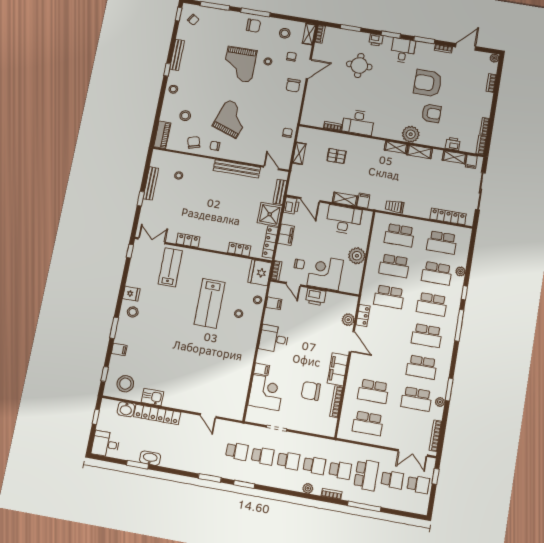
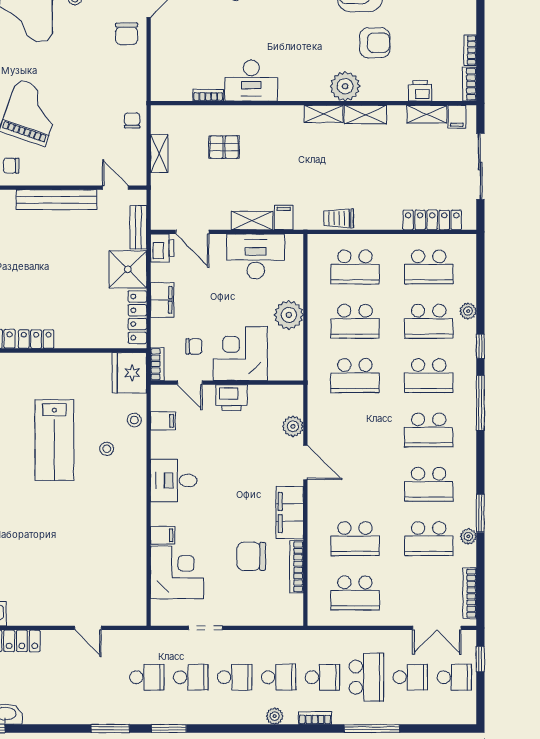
locker: (239, 249) -> (36, 339), moved
locker: (363, 315) -> (317, 415), removed

